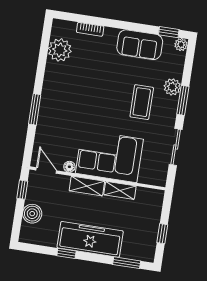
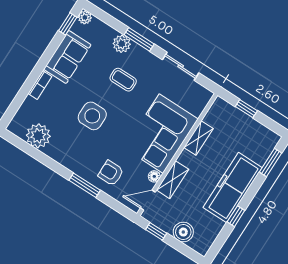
bookcase: (90, 29) -> (40, 85), moved
side table: (98, 89) -> (92, 116), added
coffee table: (142, 102) -> (123, 80), width x0.73, depth x0.77
armchair: (56, 128) -> (111, 173), added
shelving: (87, 186) -> (173, 180), moved
window: (162, 234) -> (246, 109), moved

